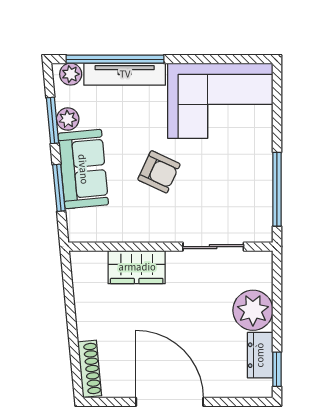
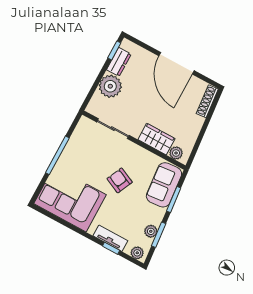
window: (115, 59) -> (111, 248), width x0.32
tv unit: (125, 74) -> (110, 238), width x0.71
sofa: (83, 169) -> (164, 185), moved
window: (277, 189) -> (57, 155), moved
plant: (95, 262) -> (176, 153), added

